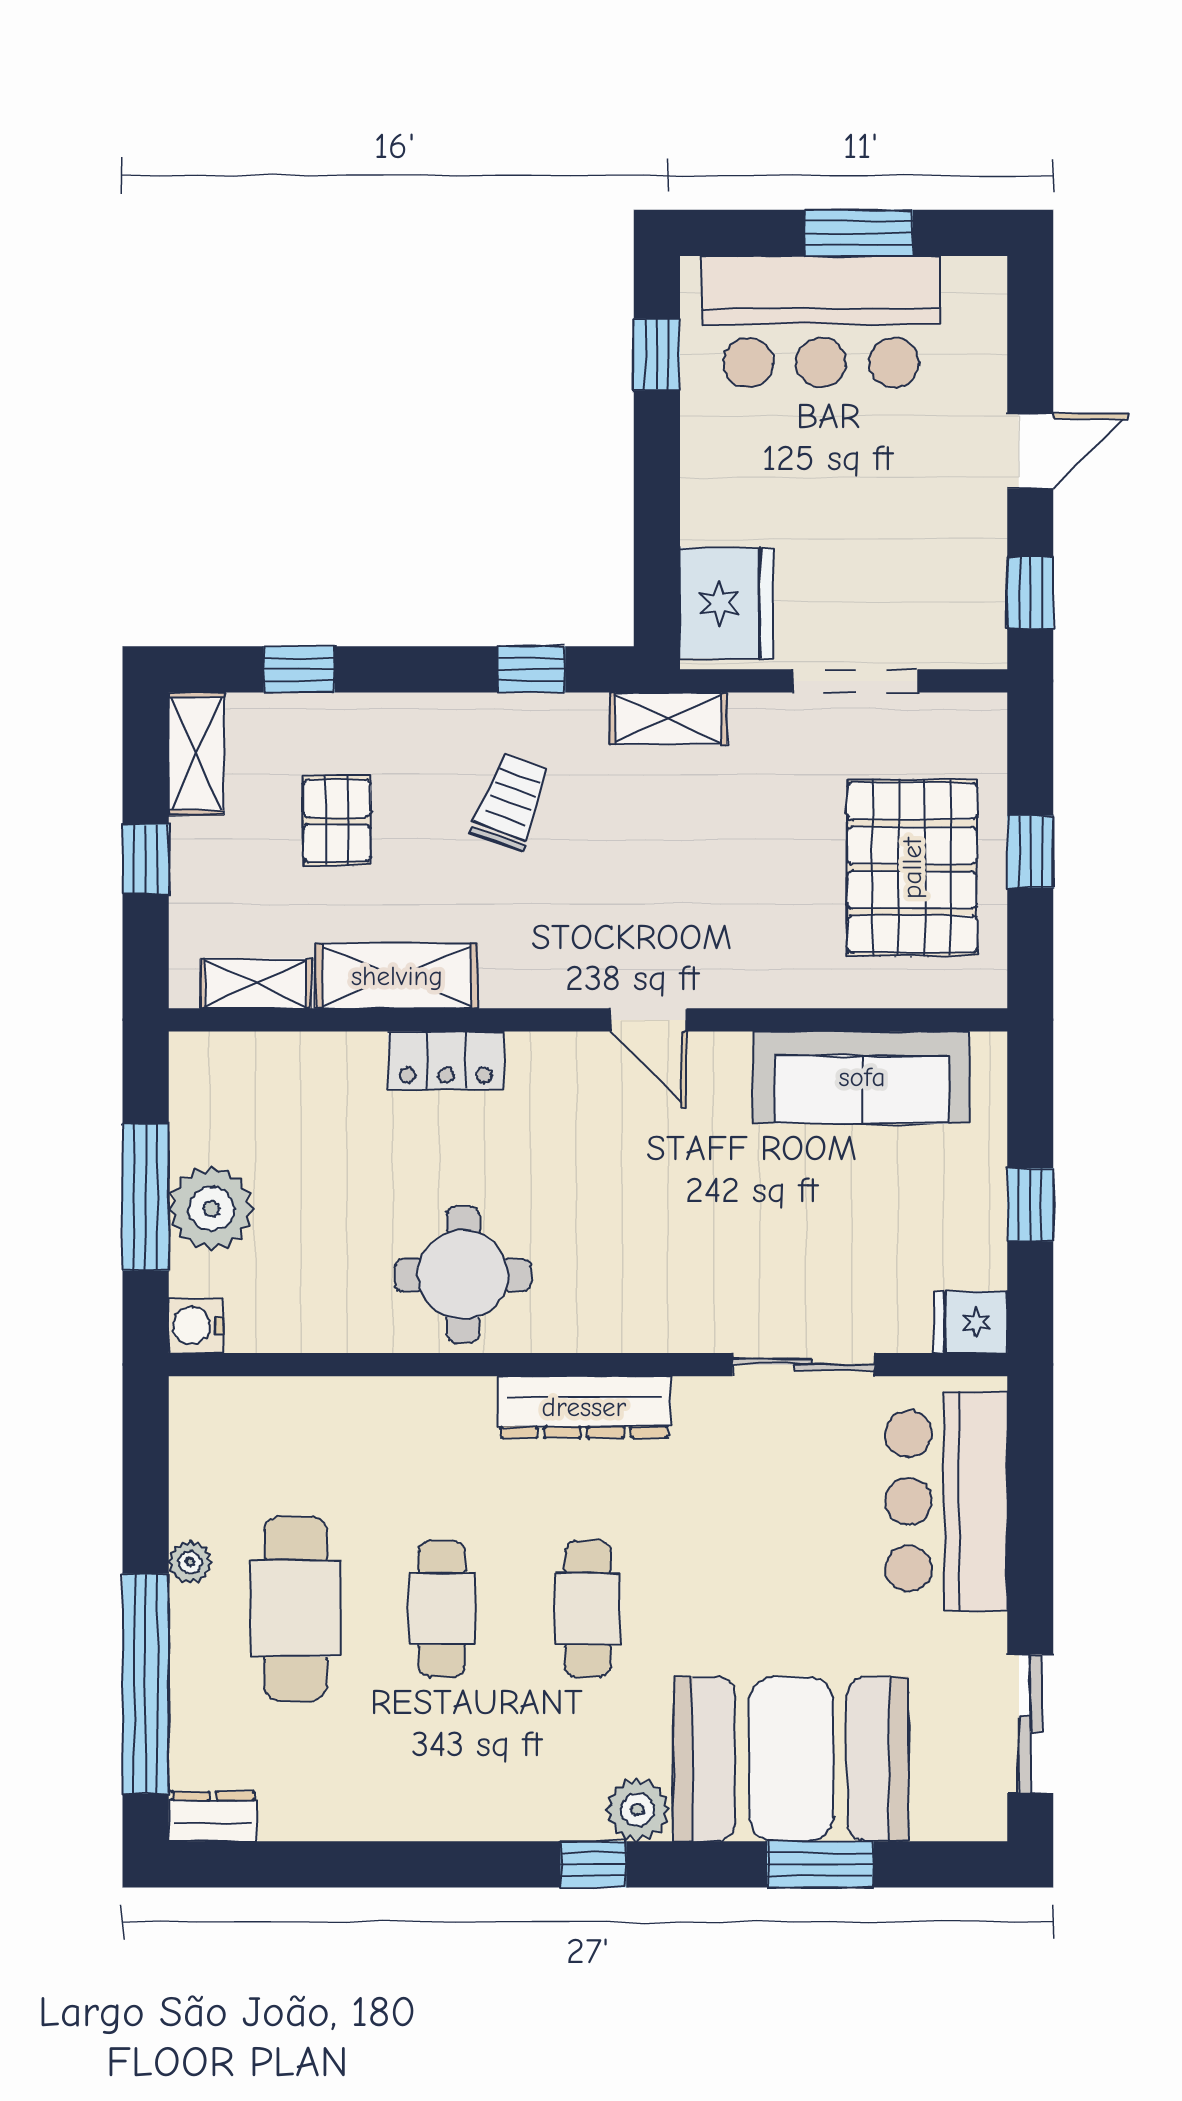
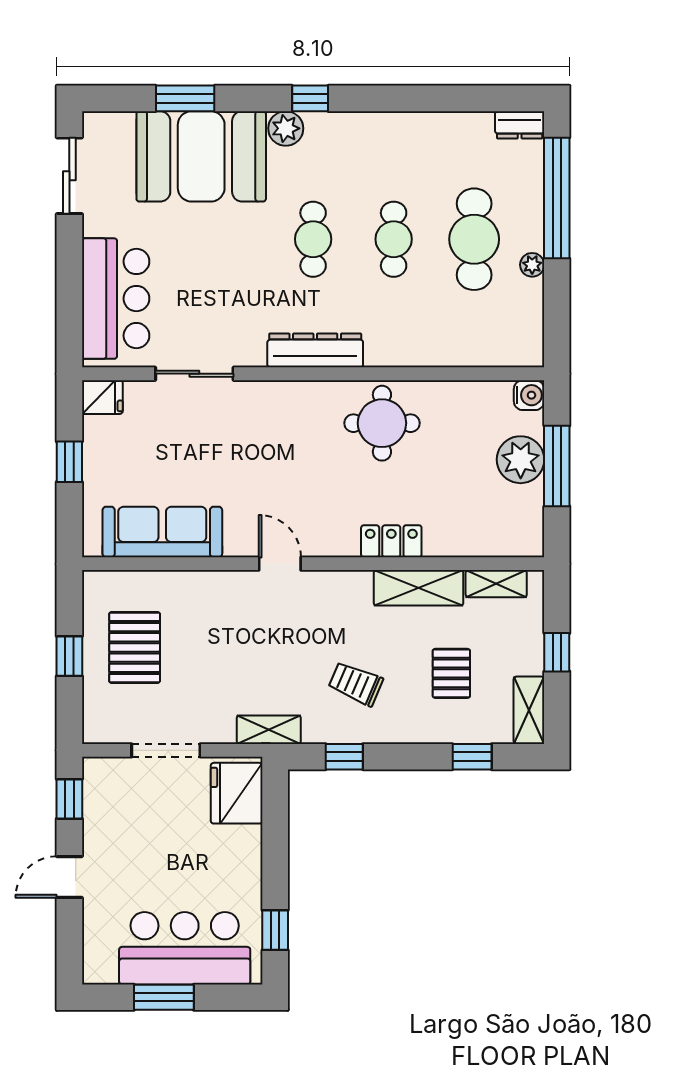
trolley: (511, 802) -> (356, 684), turned 93
pallet: (912, 868) -> (135, 647), width x0.73, depth x0.71

